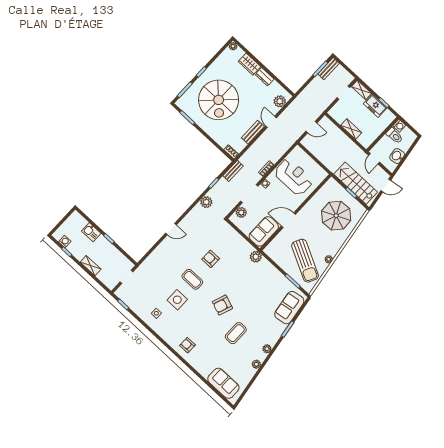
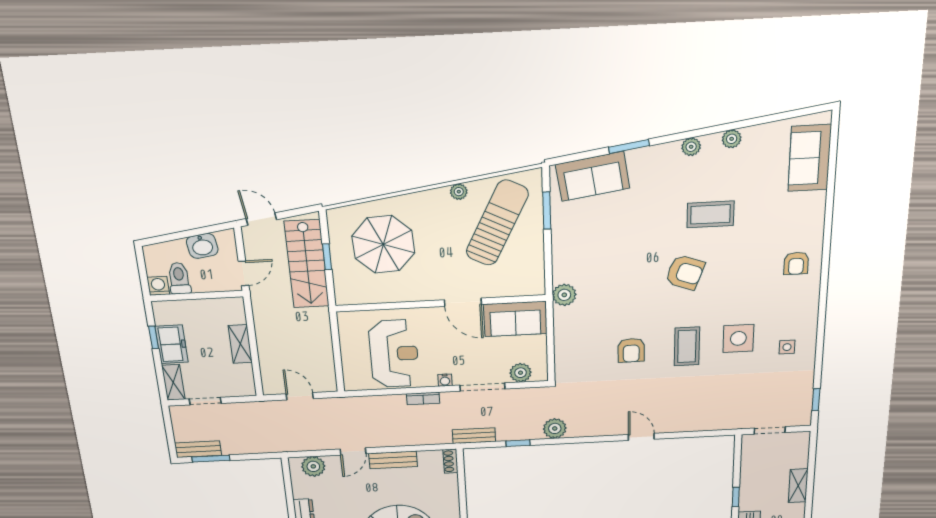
reception desk: (294, 177) -> (394, 354), turned 180

